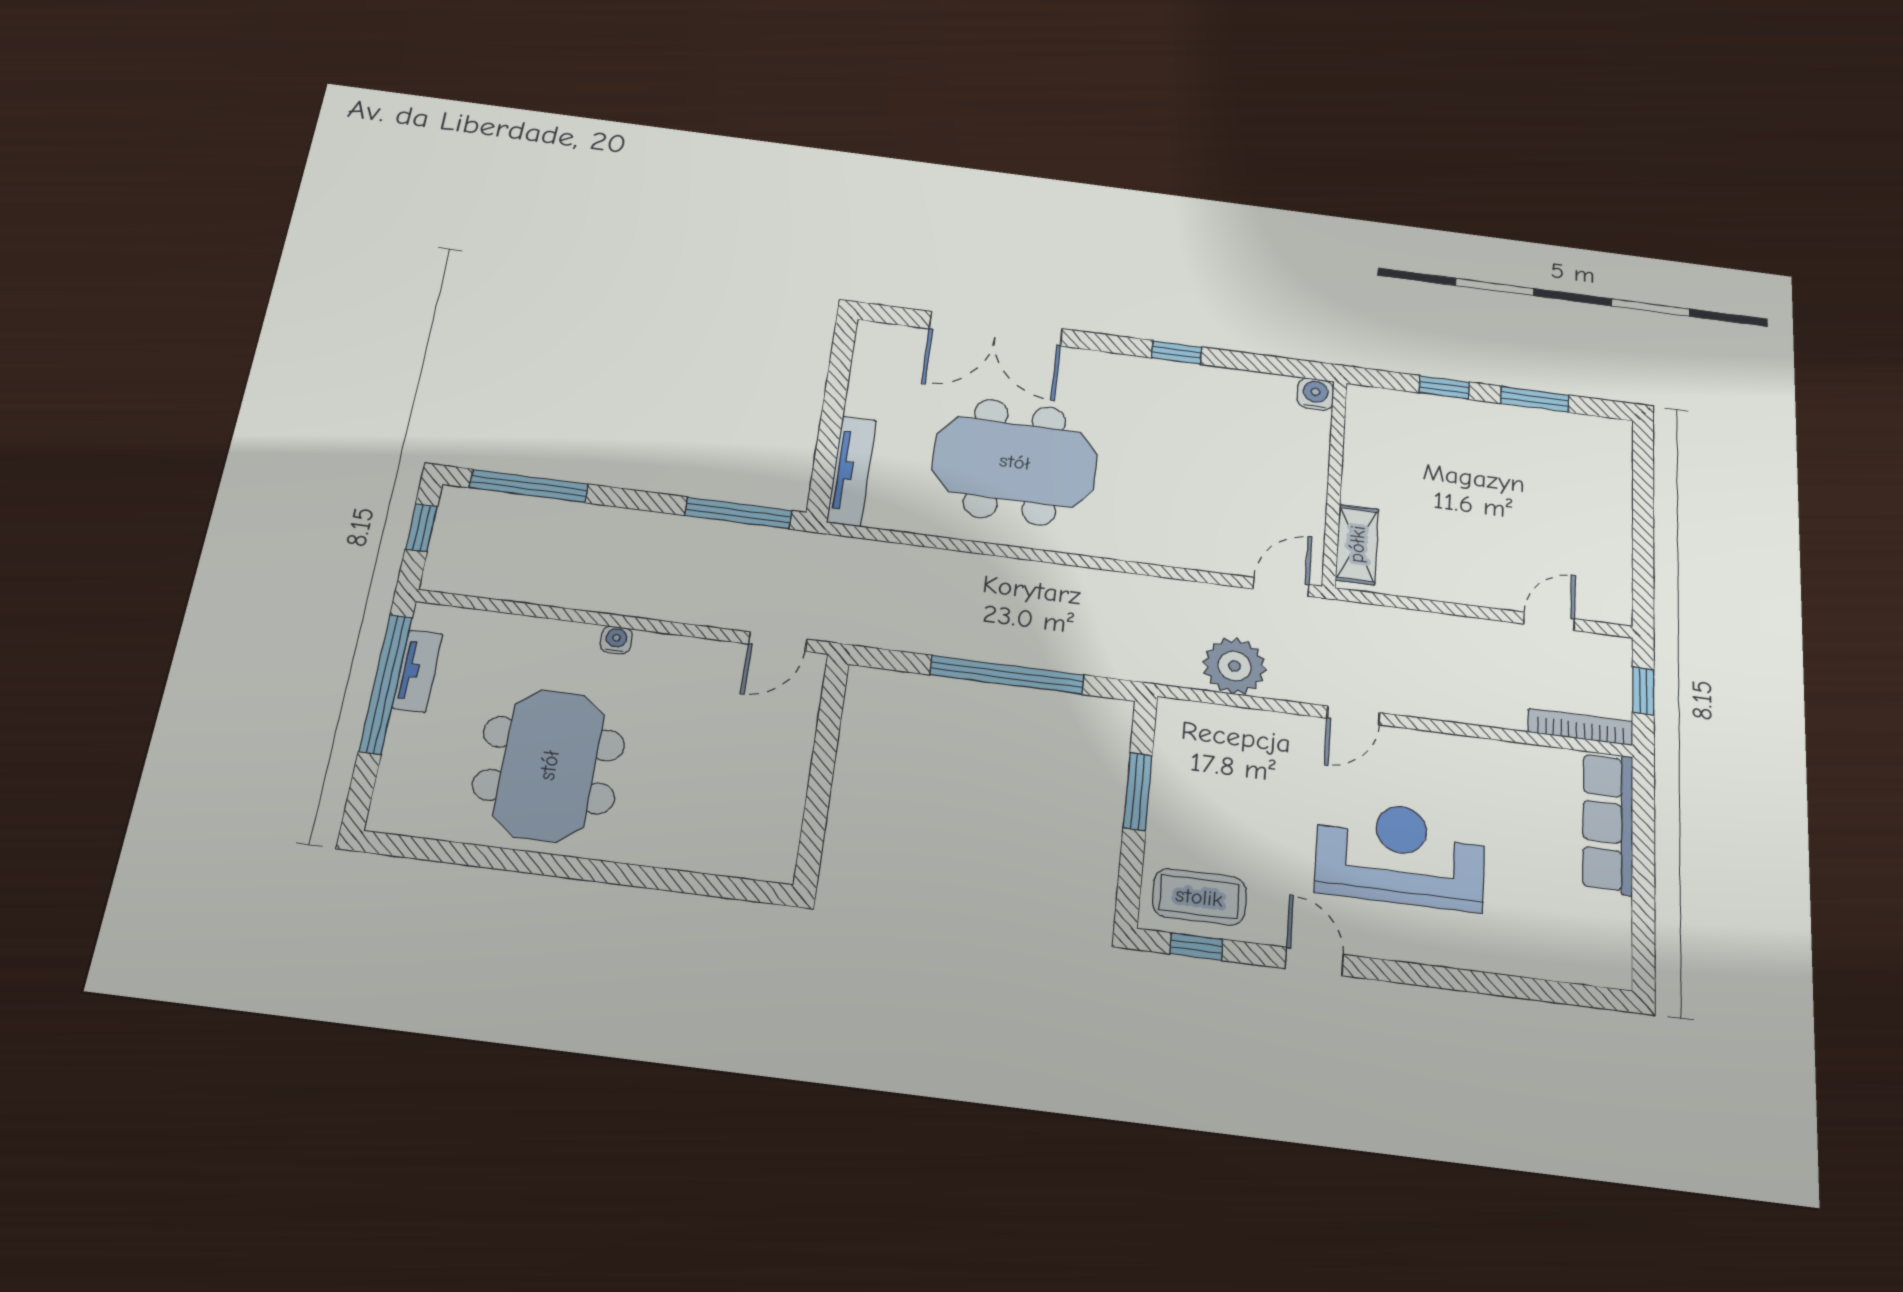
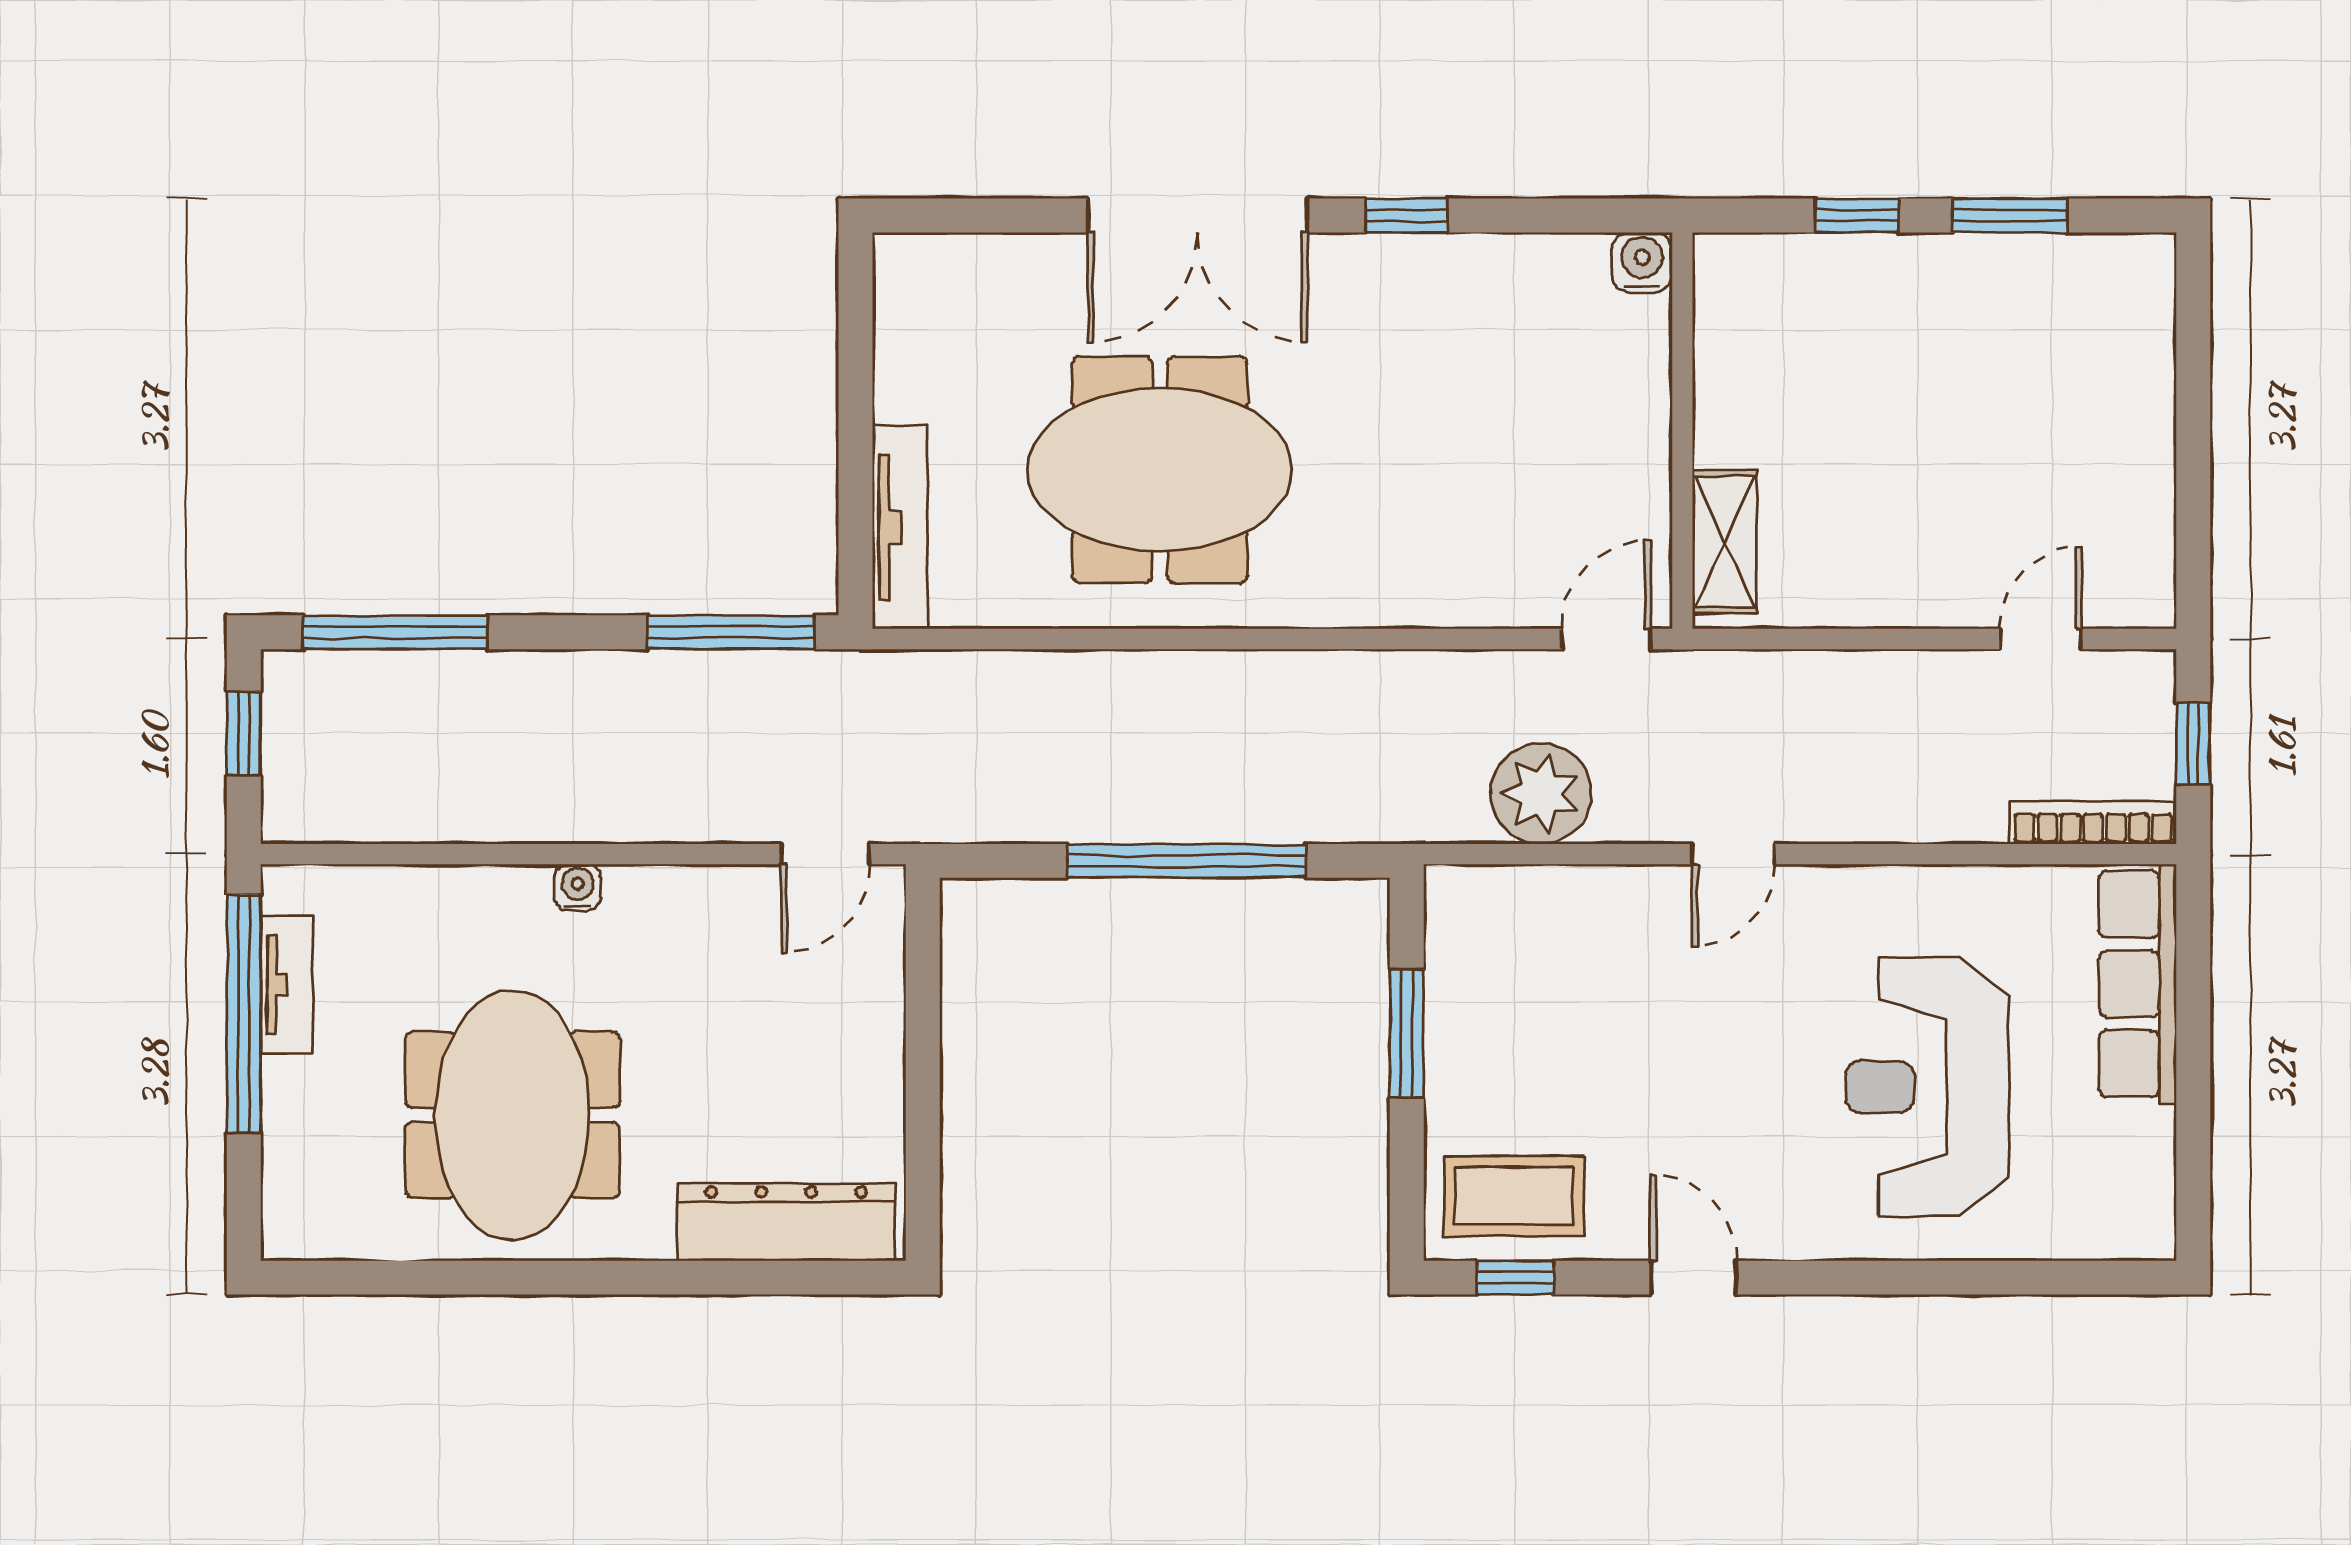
double door: (996, 329) -> (1198, 215), moved
dresser: (718, 852) -> (786, 1222), added
reception desk: (1400, 855) -> (1927, 1087), moved, turned -90

